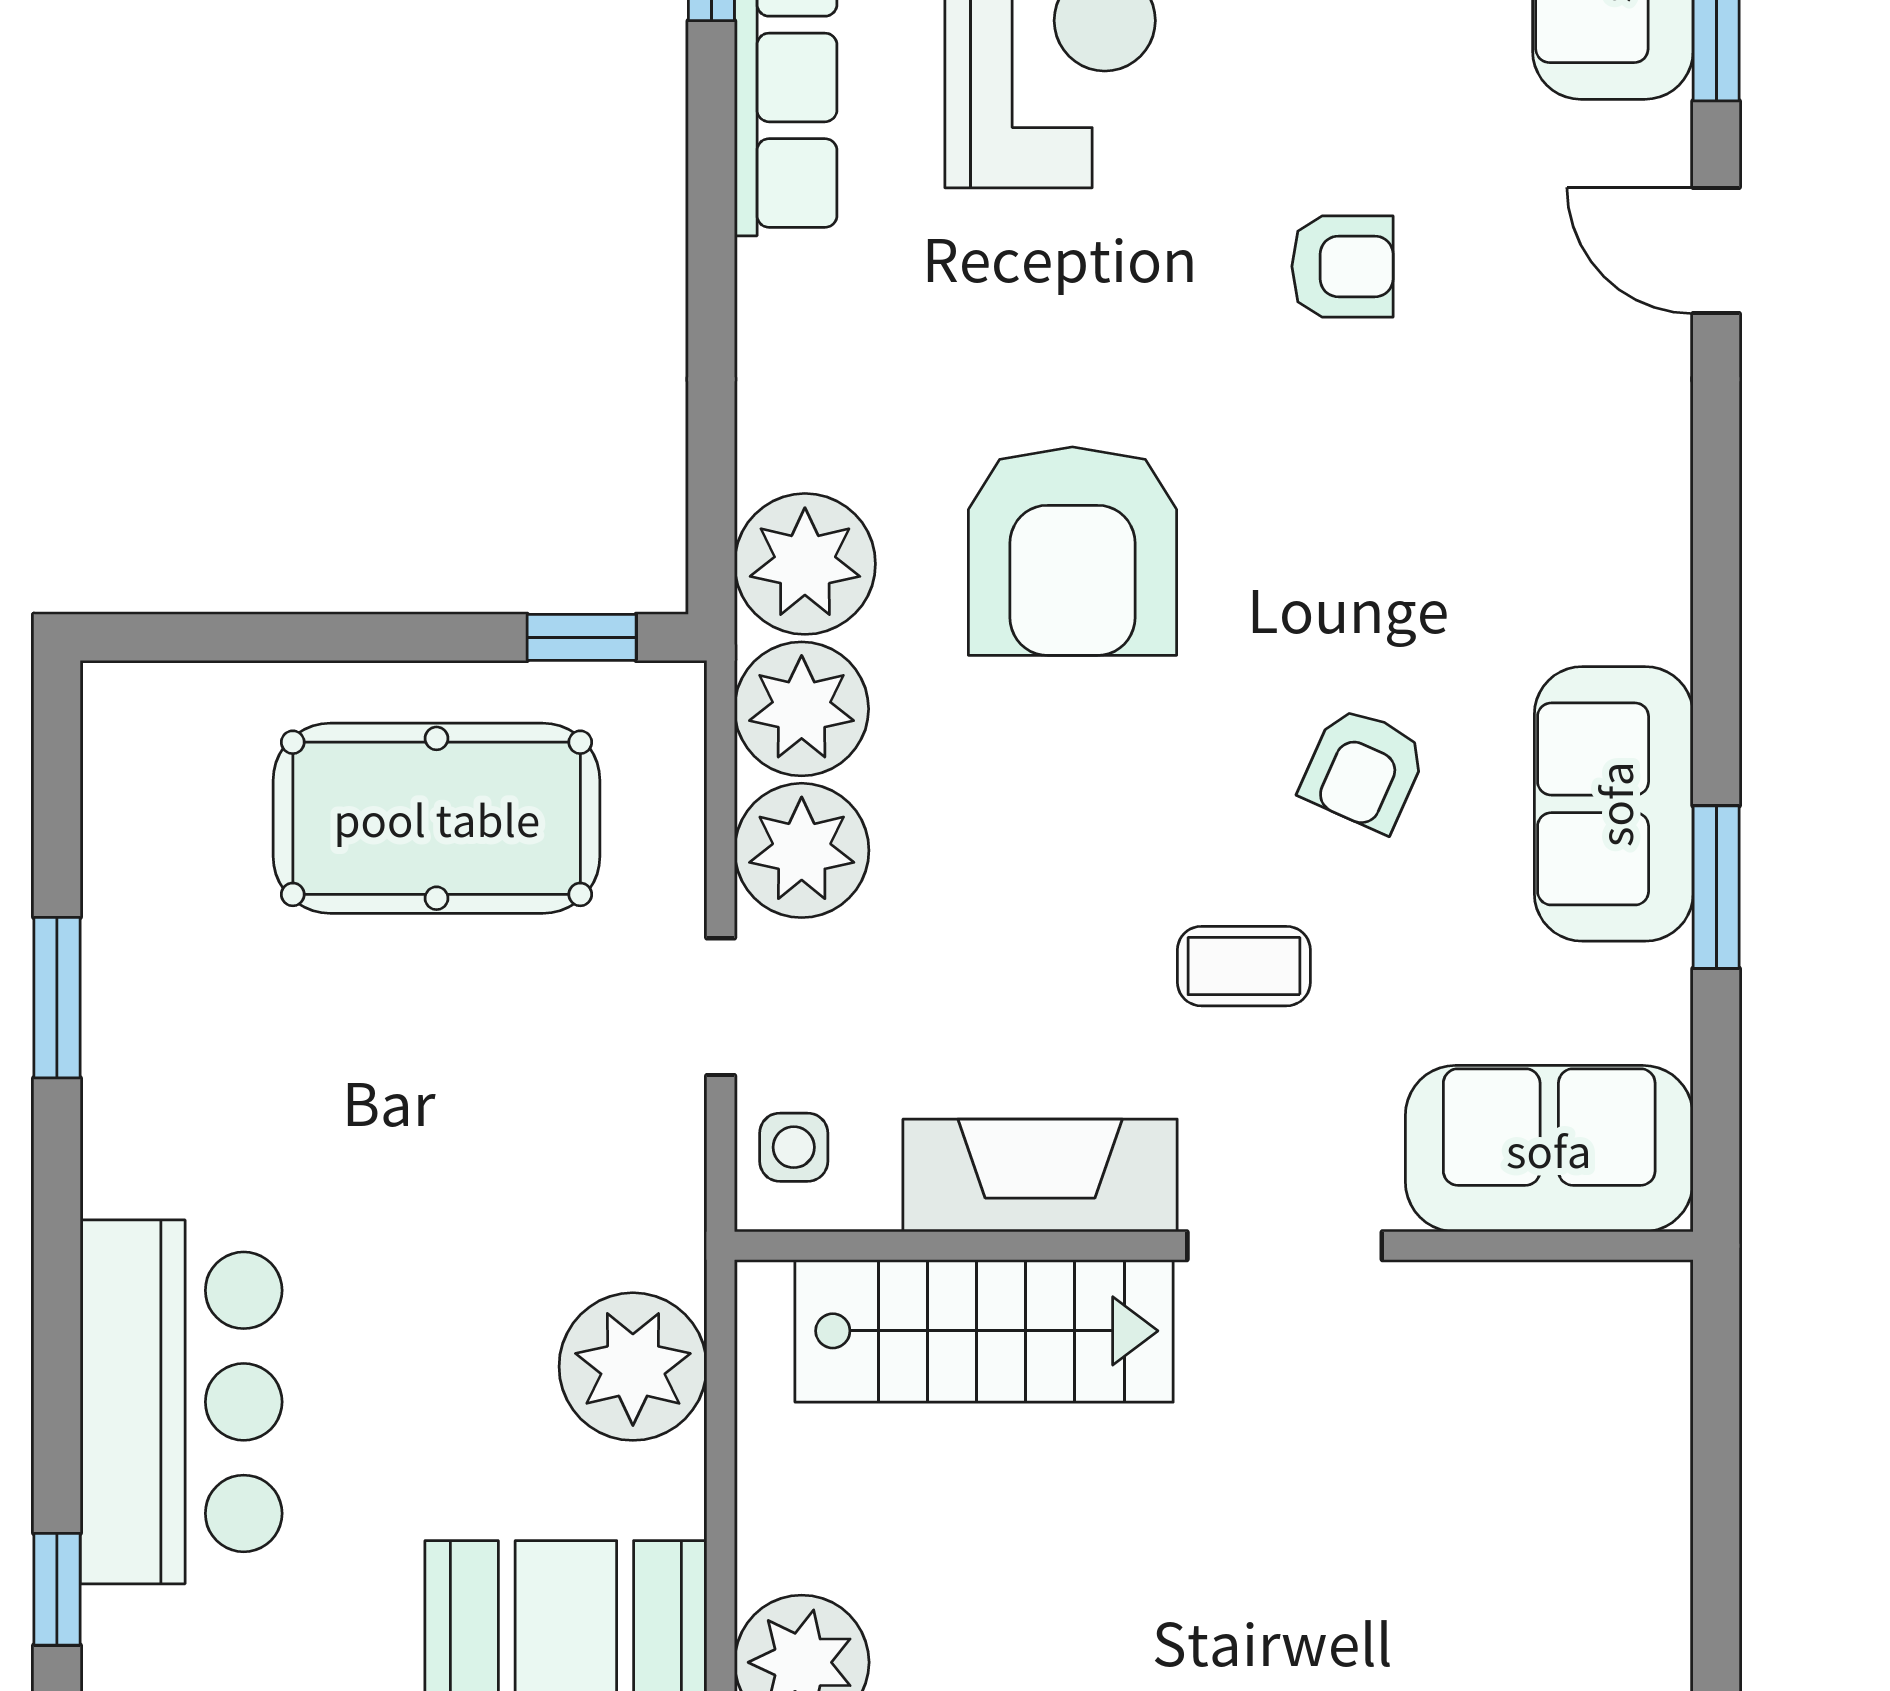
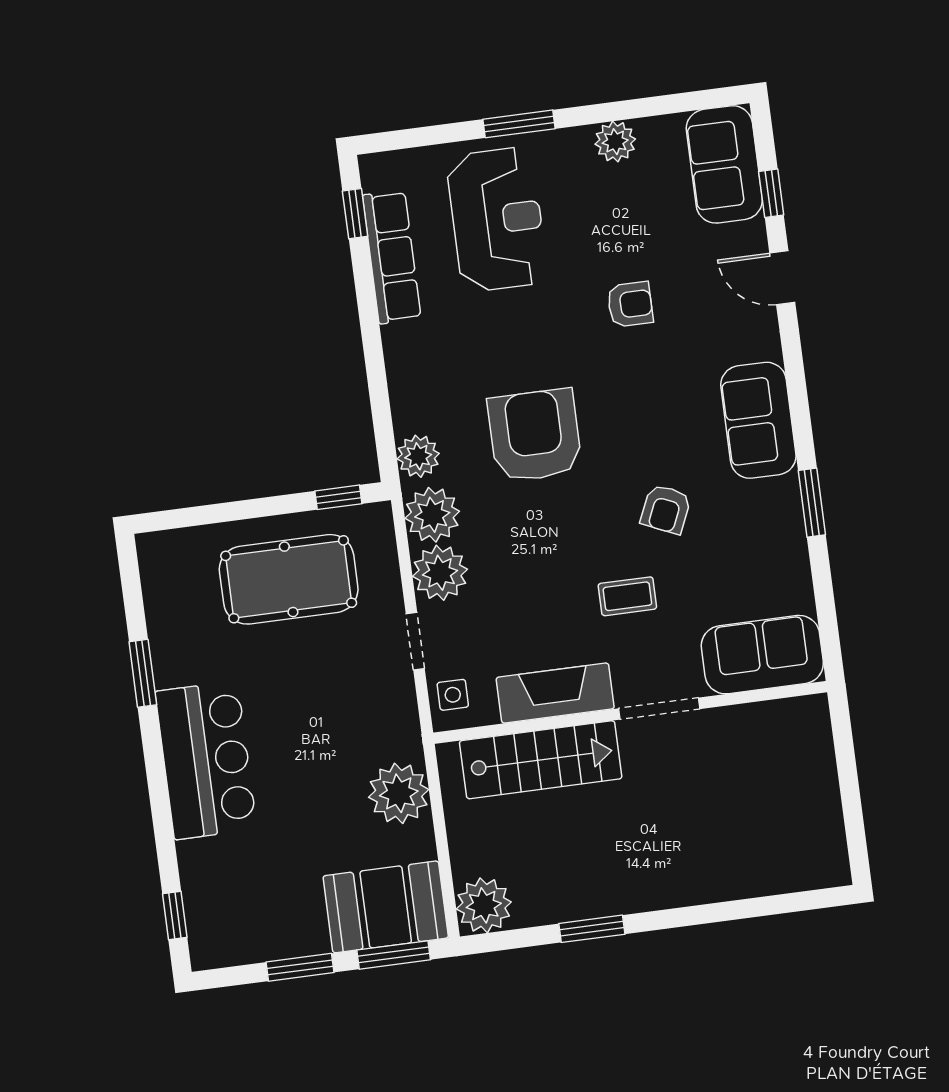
armchair: (1072, 551) -> (535, 436), turned 180
plant: (805, 564) -> (418, 456), width x0.73, depth x0.73
sofa: (1614, 804) -> (758, 420), moved
window: (1716, 887) -> (812, 503), moved
bar counter: (181, 1402) -> (206, 760), moved

